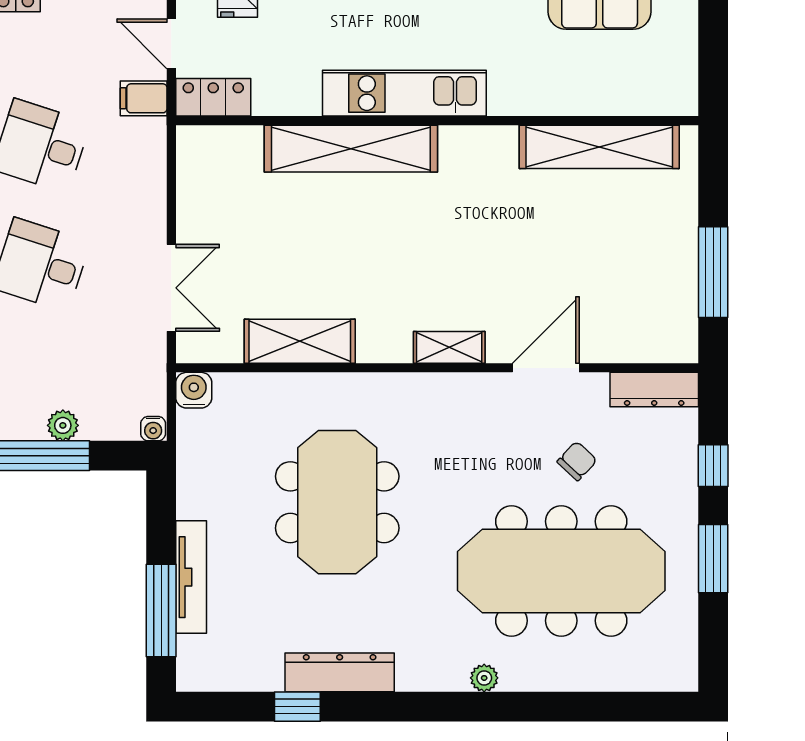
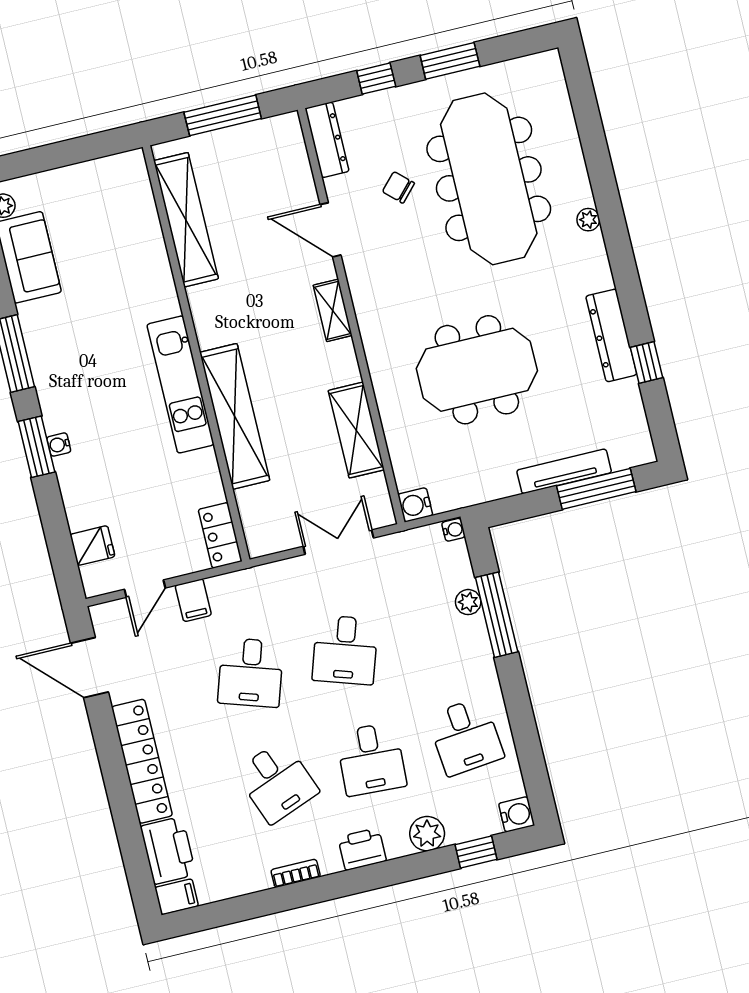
kitchen unit: (404, 93) -> (181, 384), moved
locker: (213, 97) -> (220, 535), moved
wall: (437, 121) -> (196, 353), moved
shelving: (599, 147) -> (186, 220), moved
shelving: (351, 149) -> (235, 416), moved

